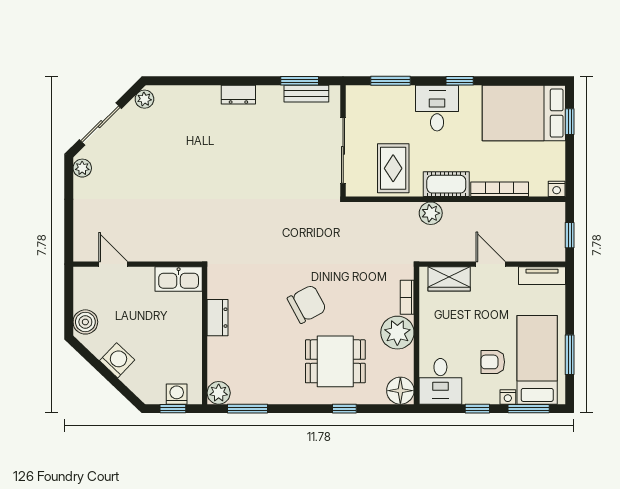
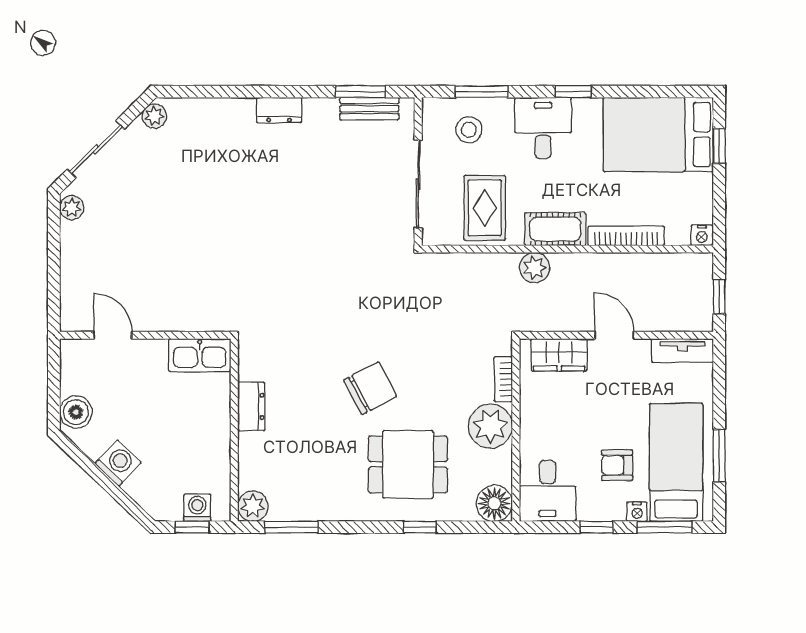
stool: (381, 109) -> (469, 130), added

